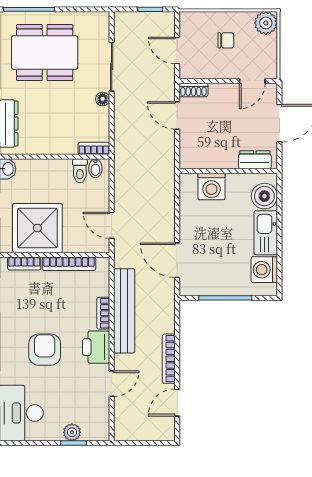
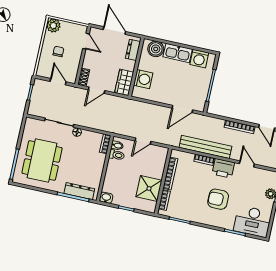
door: (177, 51) -> (58, 82), swing flipped
wardrobe: (199, 157) -> (124, 82), added
door: (112, 225) -> (143, 141), moved
shower: (37, 228) -> (149, 188), width x0.73, depth x0.73

